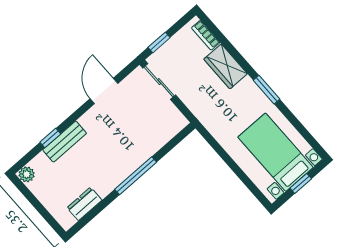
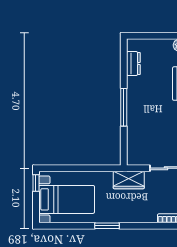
wardrobe: (226, 66) -> (129, 180), moved, turned 180
window: (301, 183) -> (36, 183), moved

